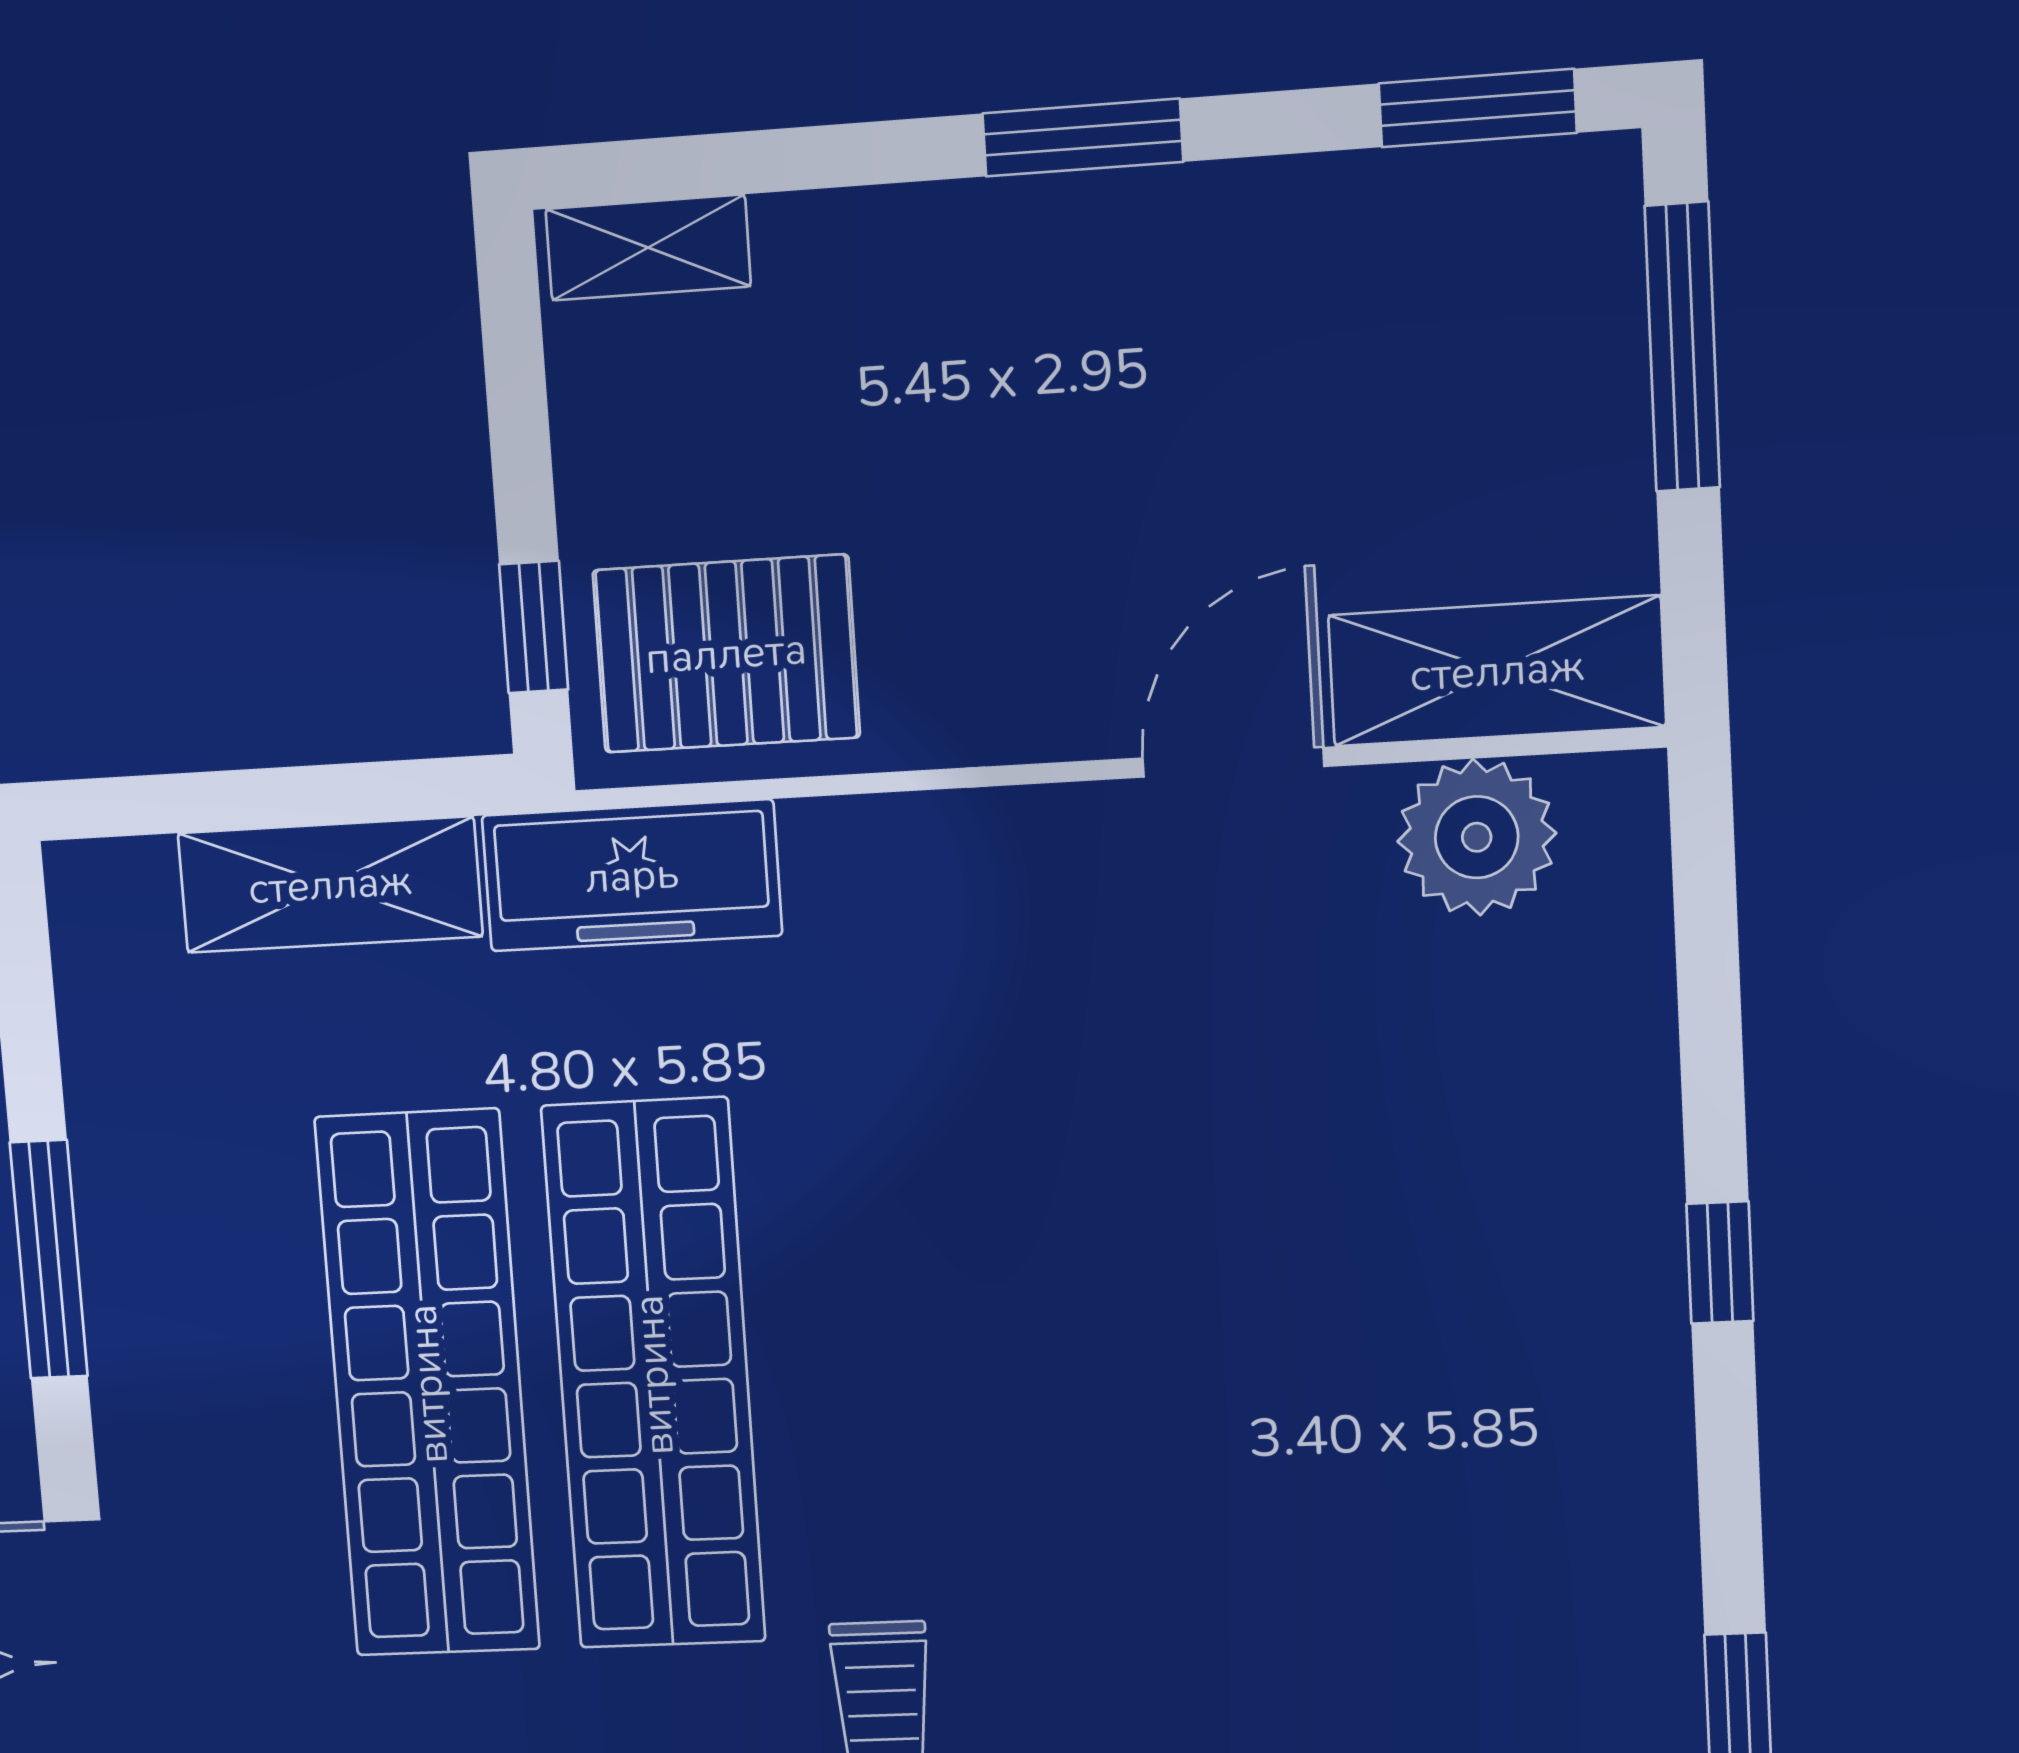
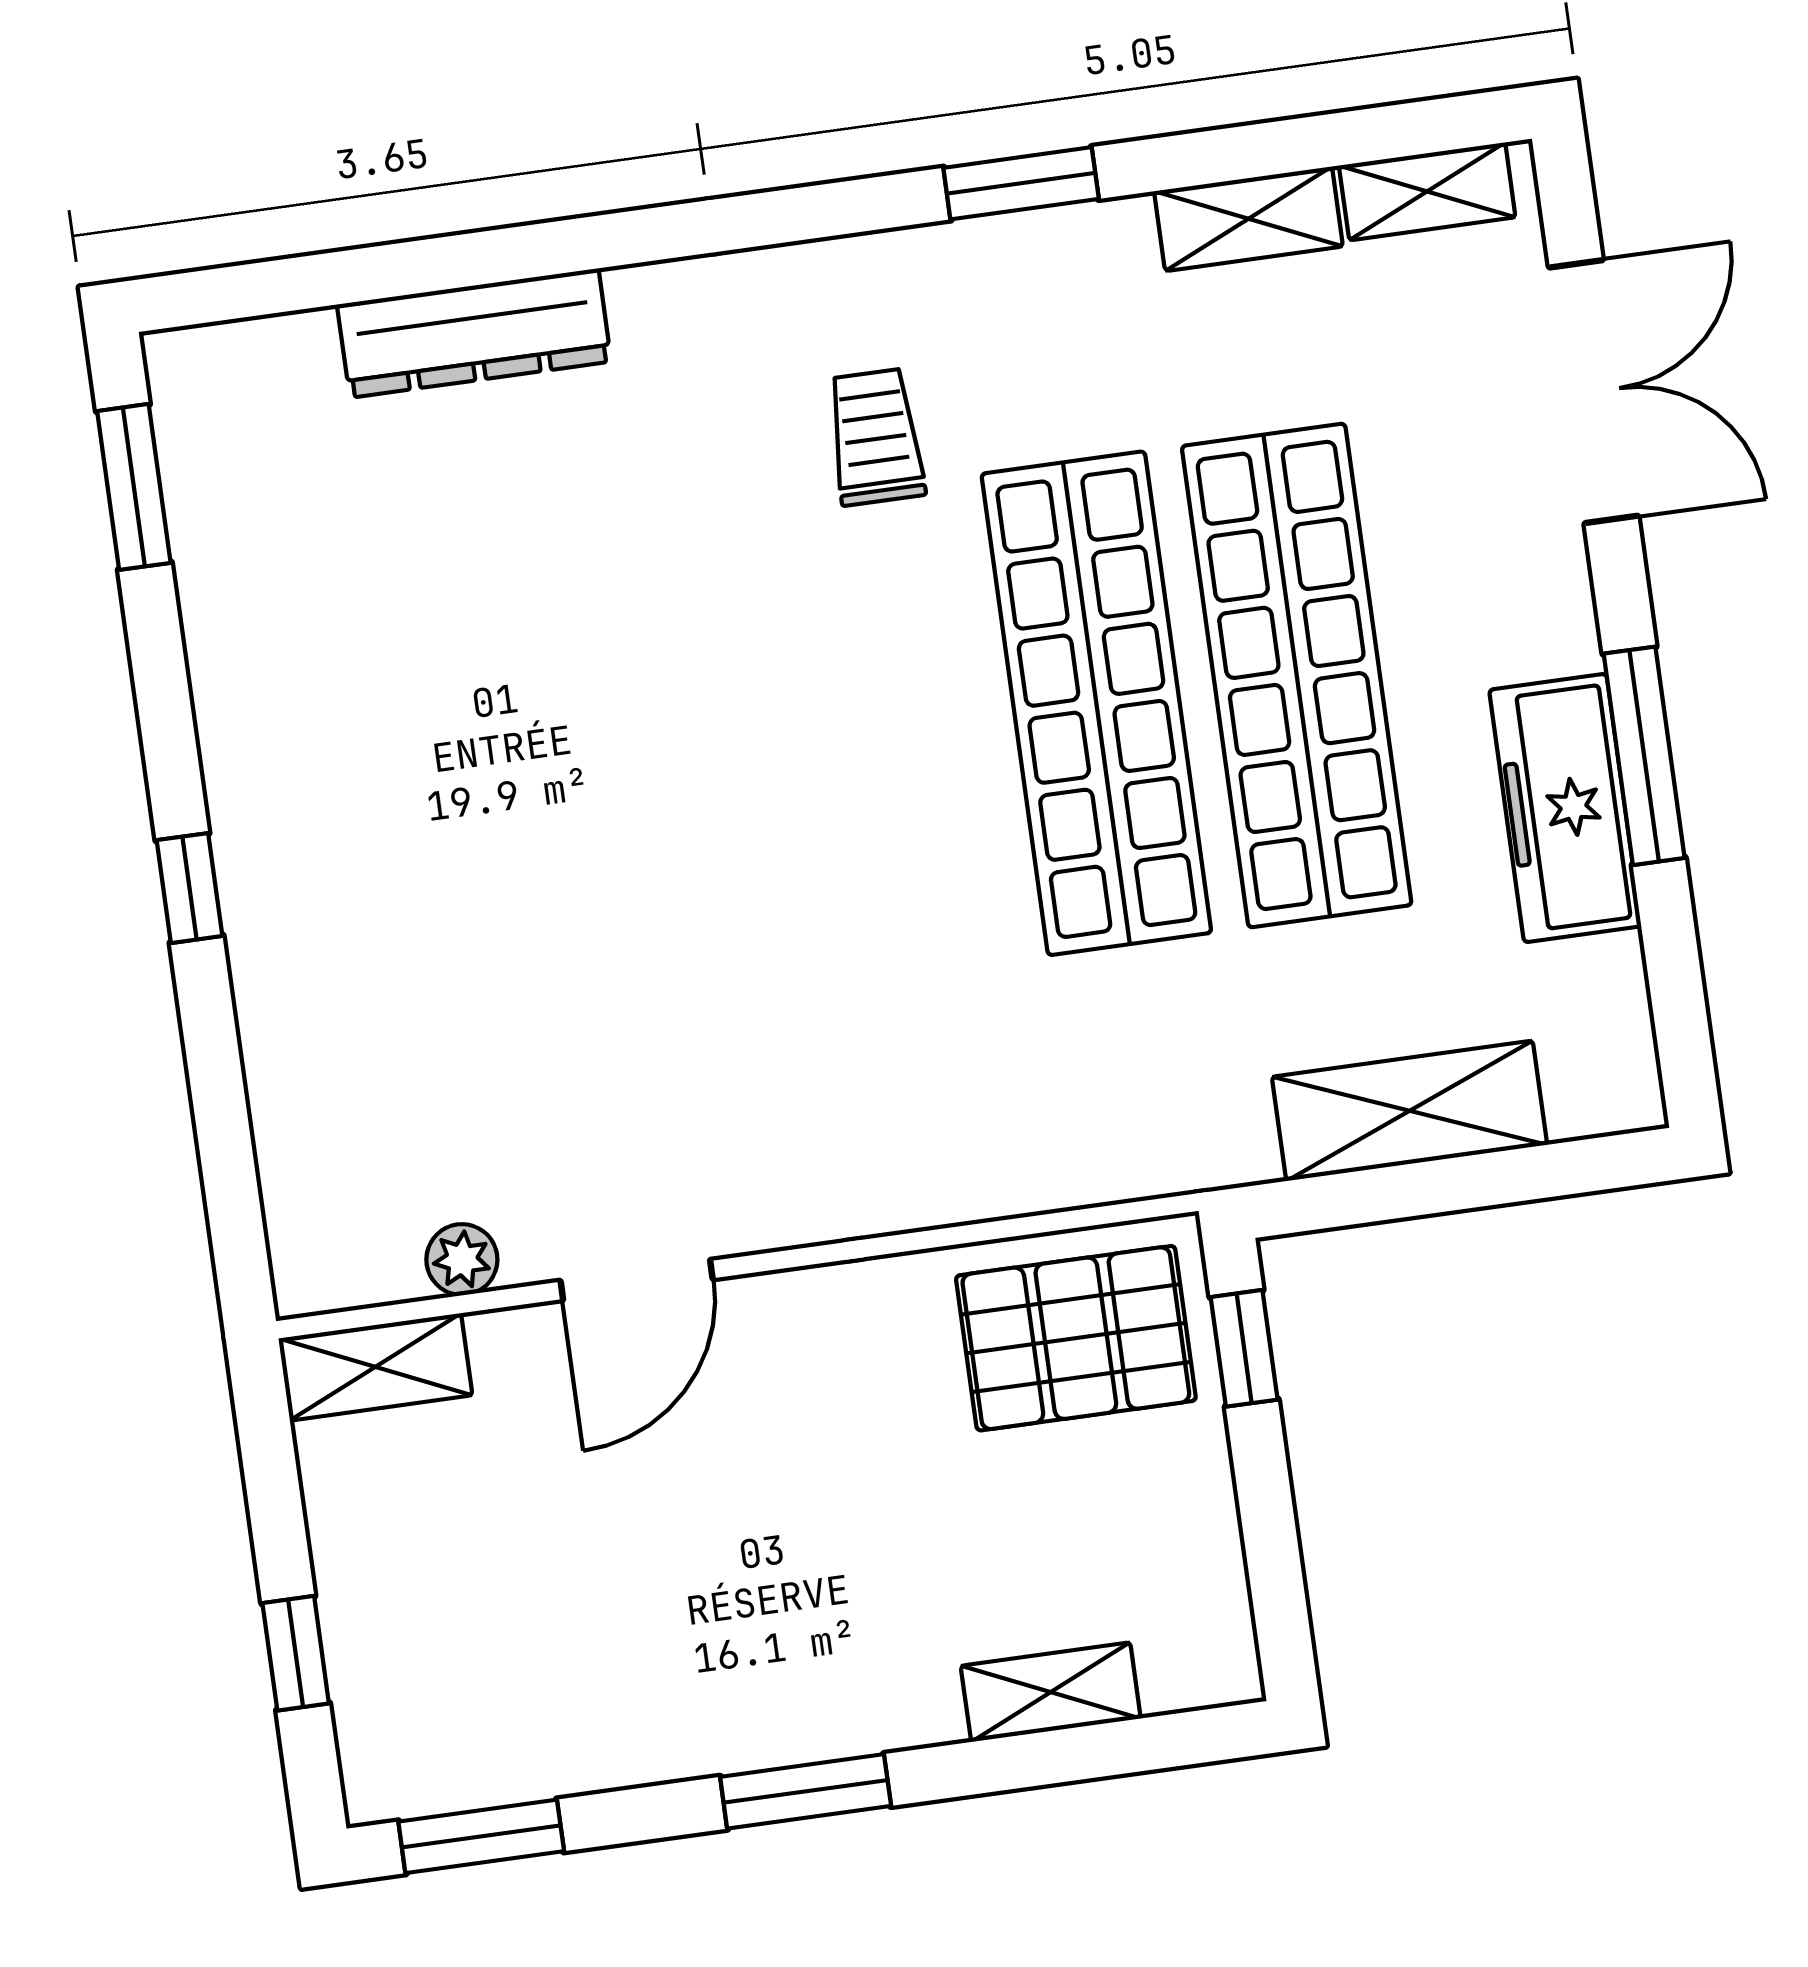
shelving: (648, 248) -> (1051, 1692), moved
window: (1682, 347) -> (296, 1653), width x0.46
shelving: (1497, 671) -> (375, 1367), width x0.67, depth x0.75
plant: (1477, 837) -> (462, 1260), width x0.53, depth x0.53
freezer: (632, 876) -> (1565, 808), moved, turned -90

